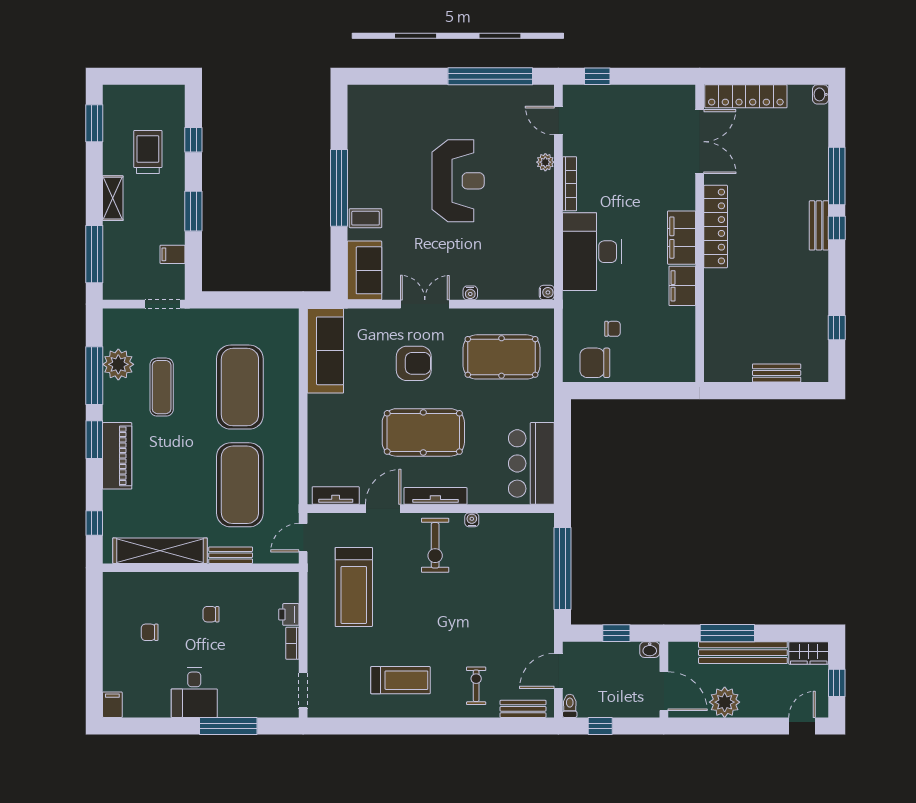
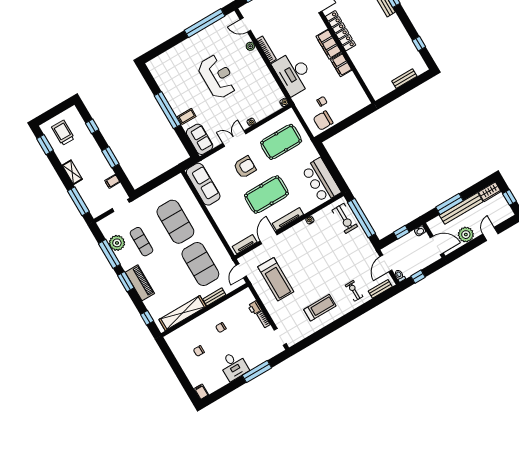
trolley: (148, 152) -> (63, 133), moved
exercise bike: (435, 545) -> (345, 218), moved
door: (802, 726) -> (490, 234), moved

